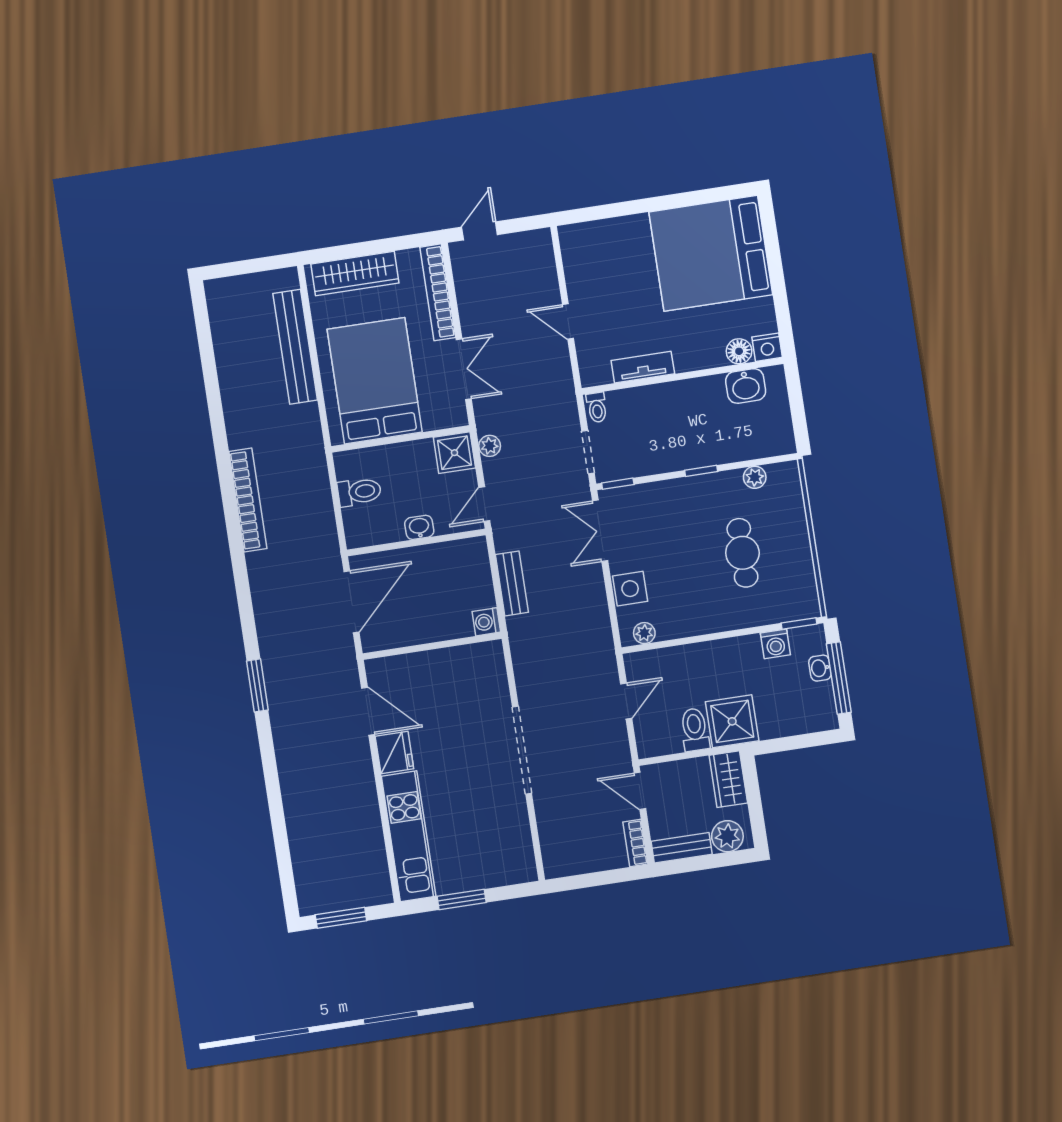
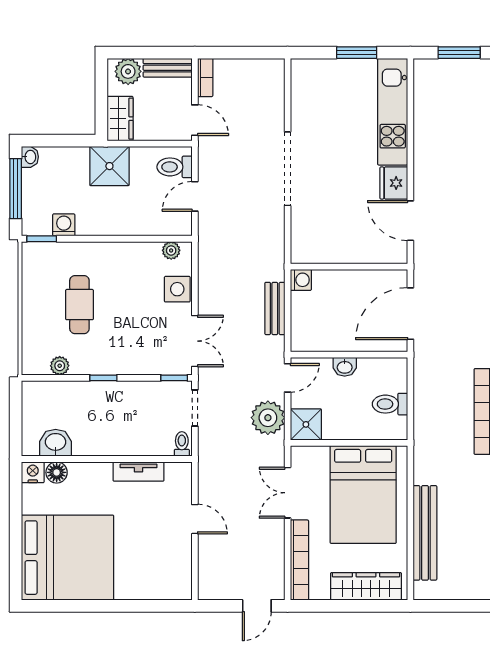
plant: (490, 446) -> (268, 418), width x1.88, depth x1.88
washbasin: (820, 668) -> (30, 157), moved
toilet: (695, 730) -> (174, 167), moved, turned 90

